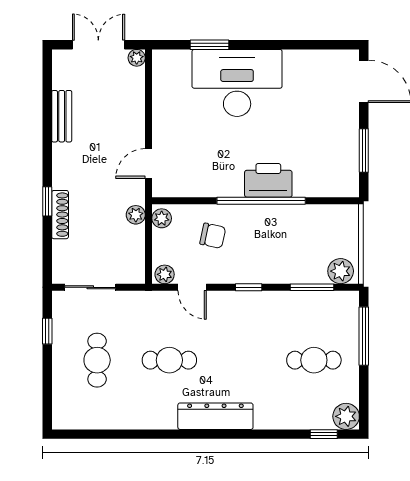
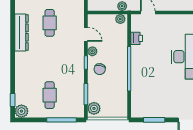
printer: (268, 180) -> (137, 38), moved, width x0.53, depth x0.68
chair: (213, 236) -> (100, 69), moved
plant: (165, 274) -> (92, 51), moved
door: (192, 287) -> (86, 34), swing flipped
dresser: (215, 416) -> (22, 33), moved

